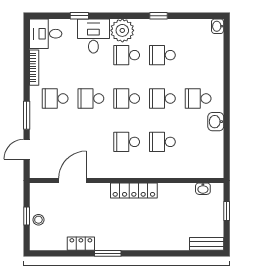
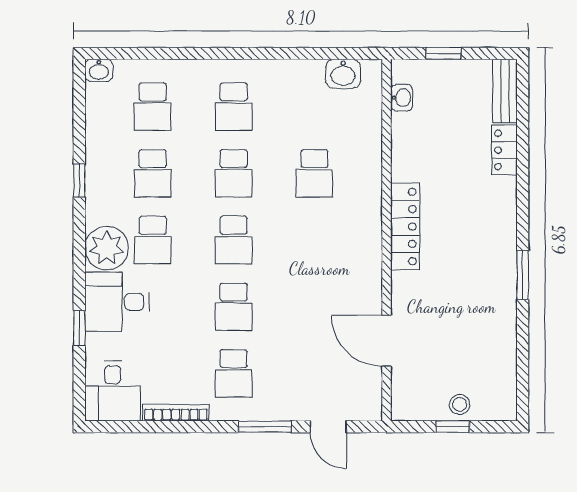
washbasin: (216, 122) -> (343, 74), moved
school desk: (127, 142) -> (153, 107), moved
locker: (81, 244) -> (504, 150), moved

